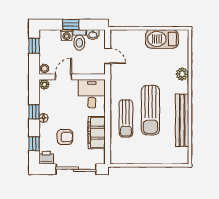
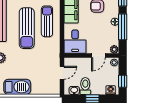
washing machine: (67, 35) -> (111, 90), moved
door: (108, 56) -> (62, 73), swing flipped
sun lounger: (151, 110) -> (27, 28), turned 180
window: (34, 112) -> (123, 27), width x2.17

